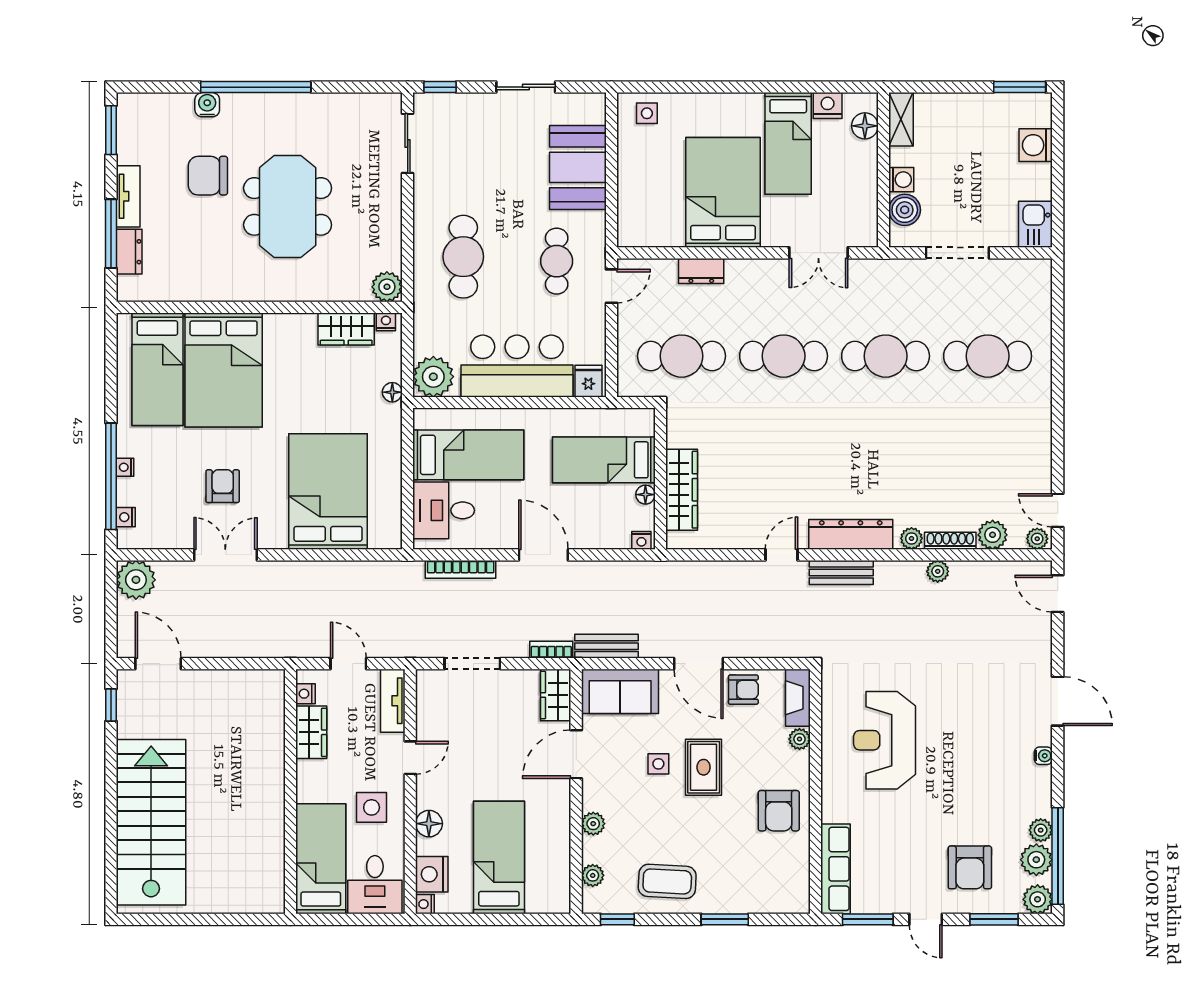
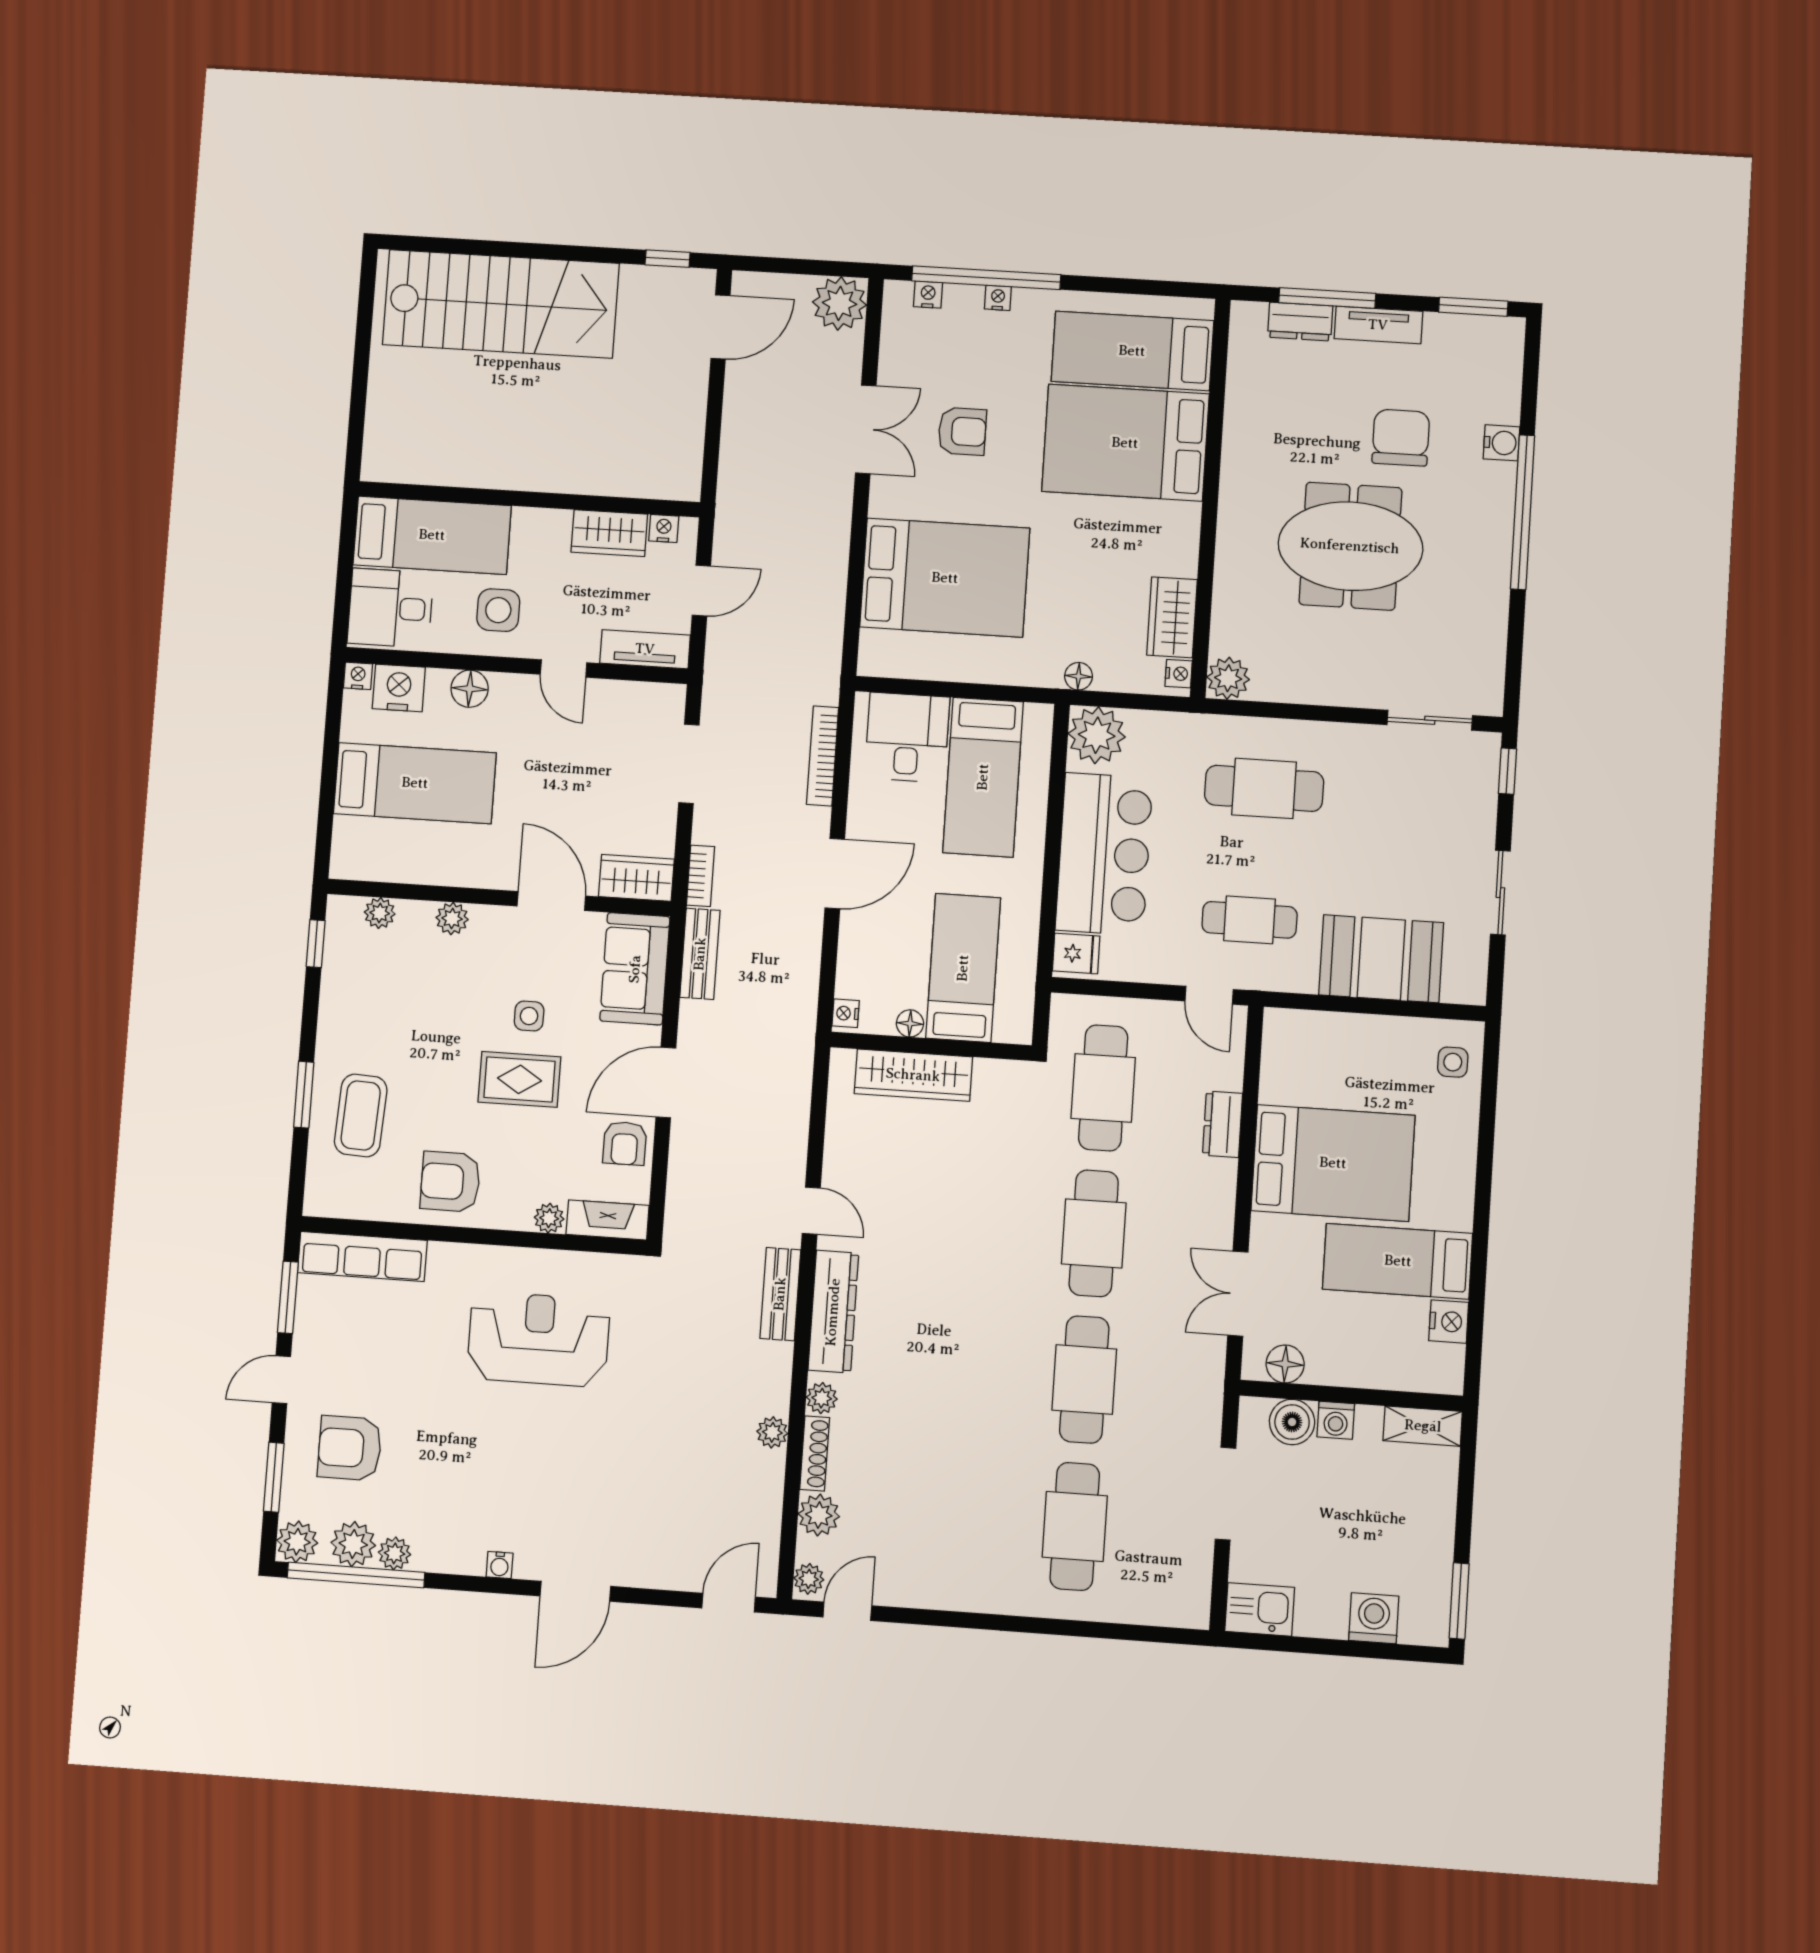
floor lamp: (865, 126) -> (1285, 1364), moved
coffee table: (667, 881) -> (361, 1115), moved

